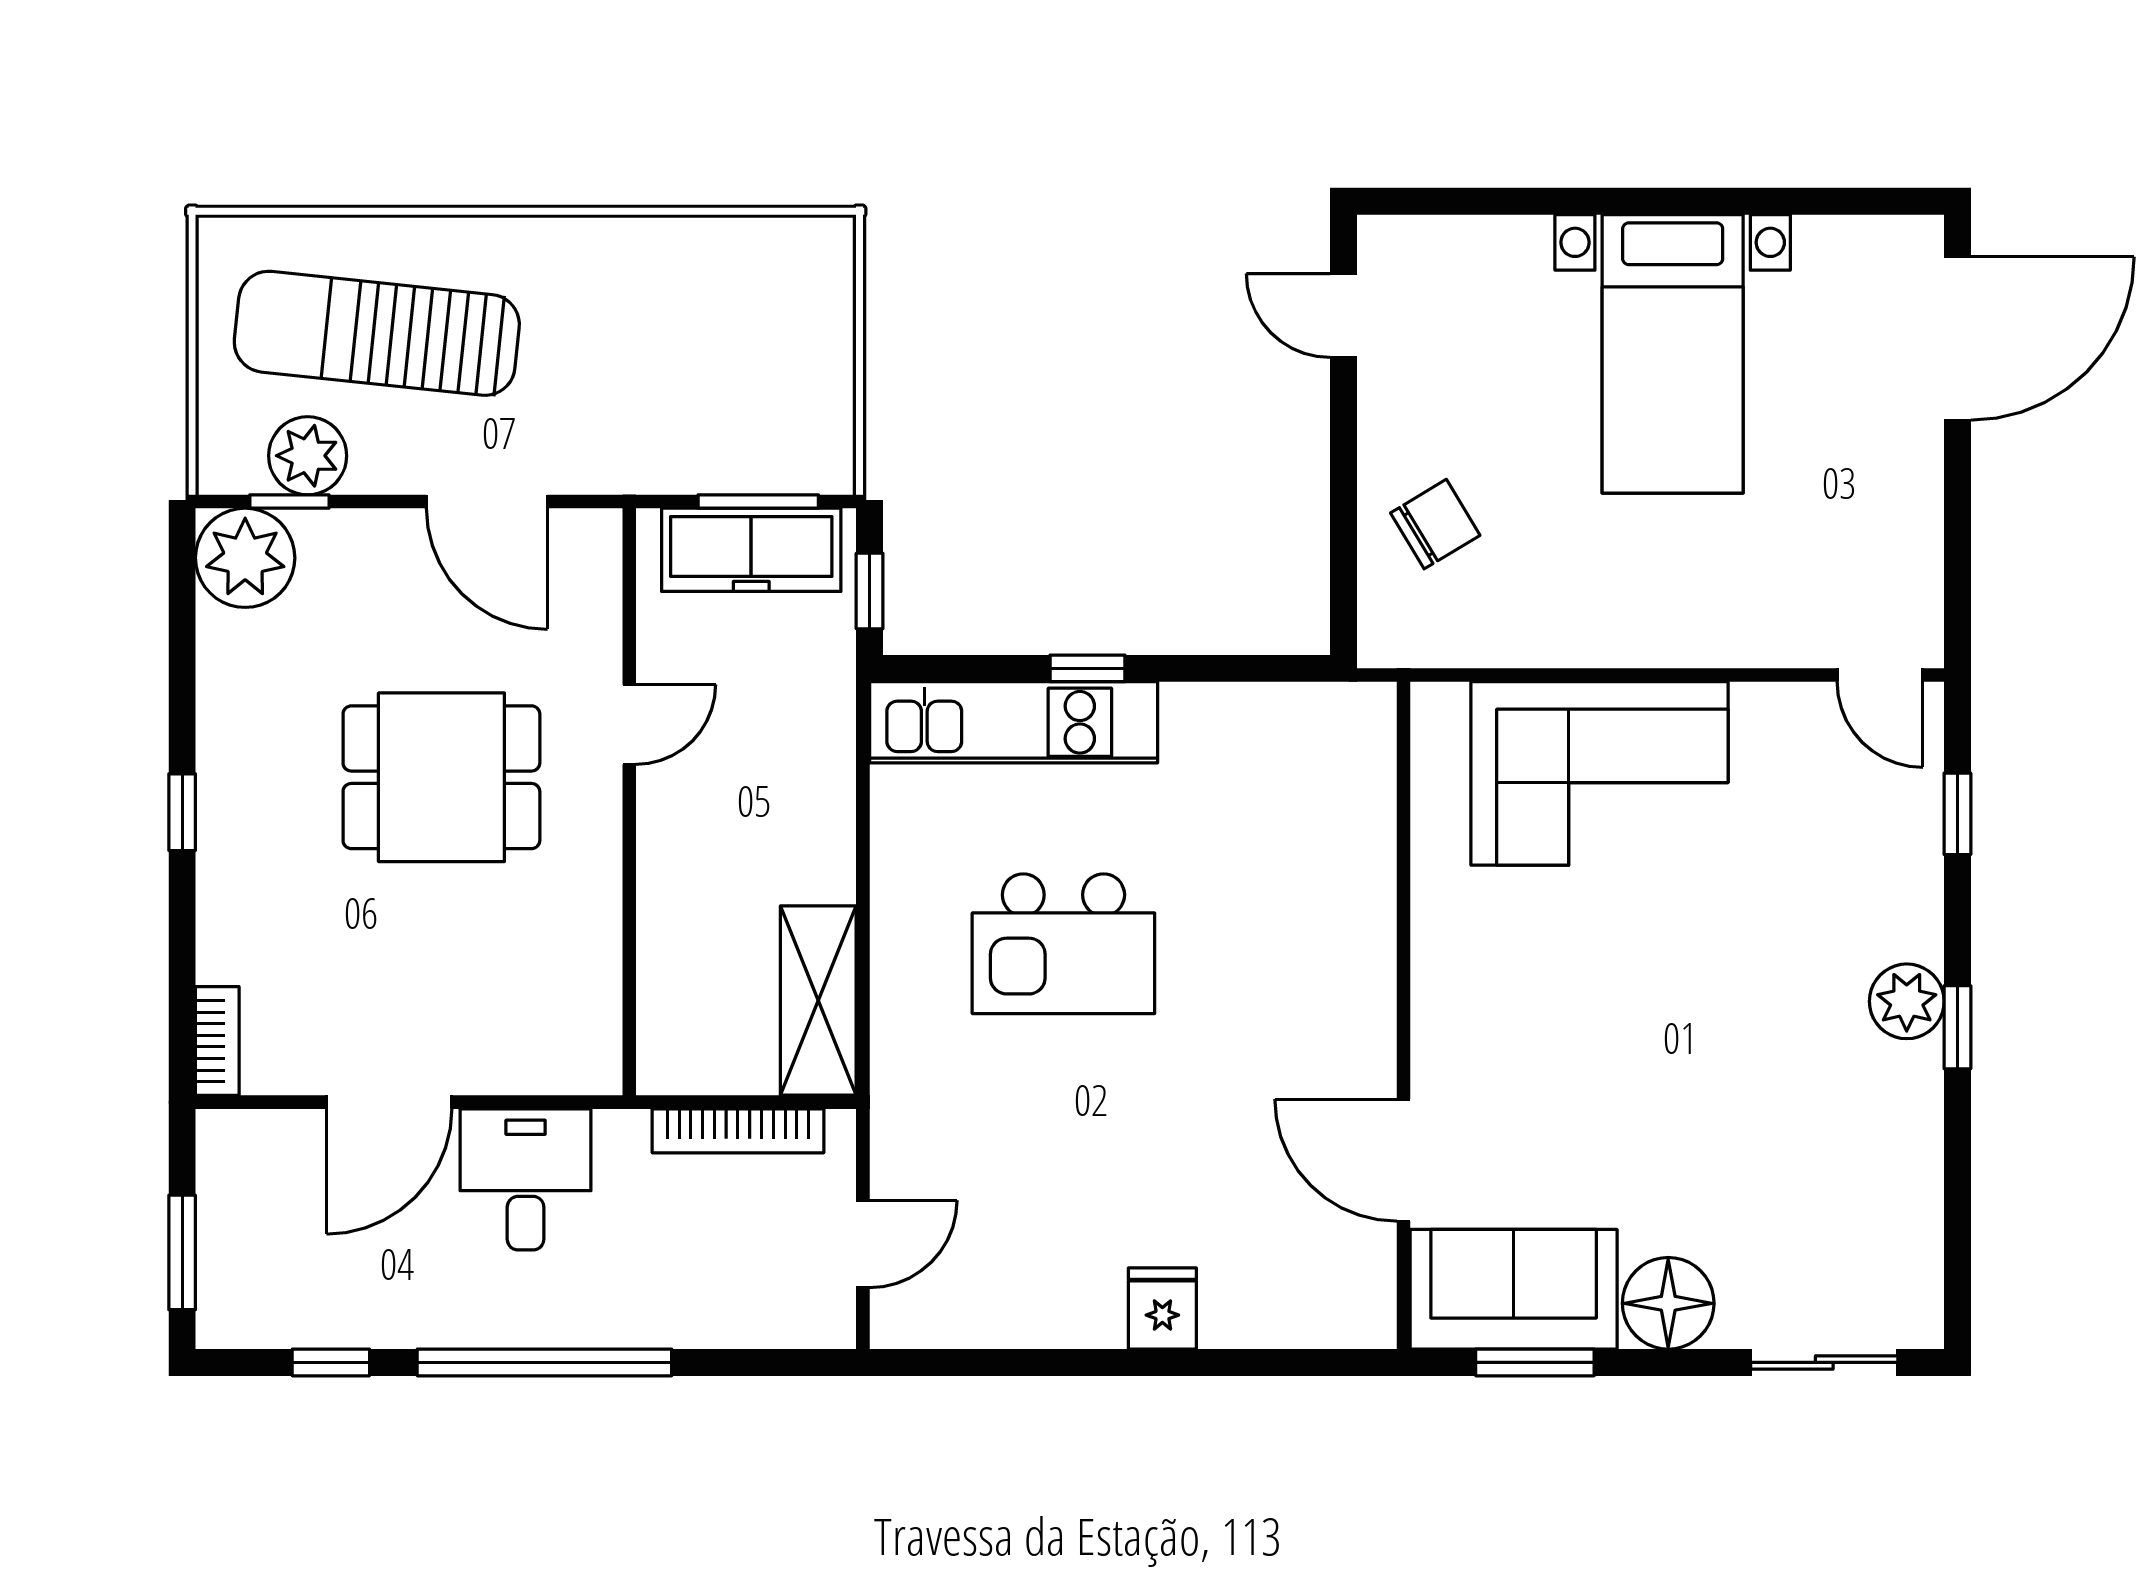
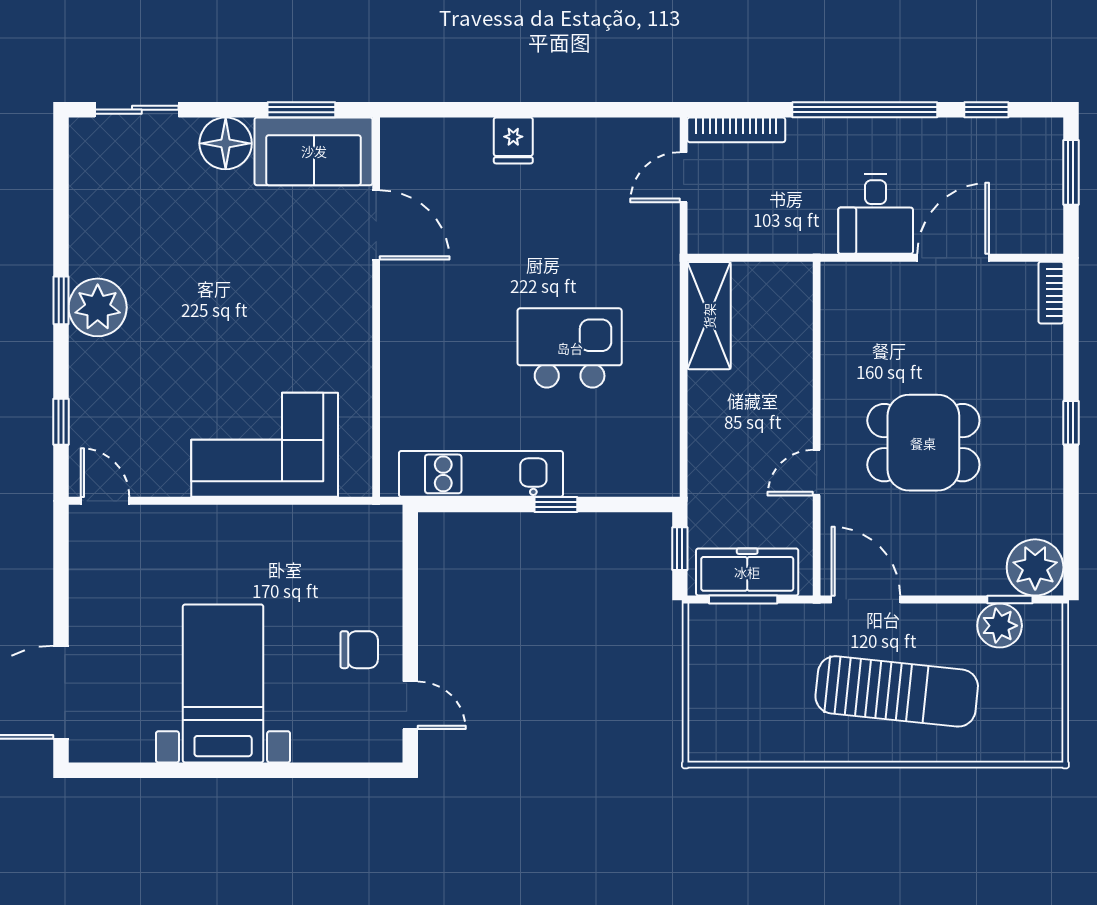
sun lounger: (377, 333) -> (897, 691), moved
door: (487, 502) -> (866, 599), moved
chair: (1435, 524) -> (359, 650), moved, turned -149
kitchen unit: (1014, 722) -> (481, 474), moved
plant: (1907, 1001) -> (98, 307), width x1.36, depth x1.36
bookcase: (738, 1131) -> (736, 130), moved, turned 180

